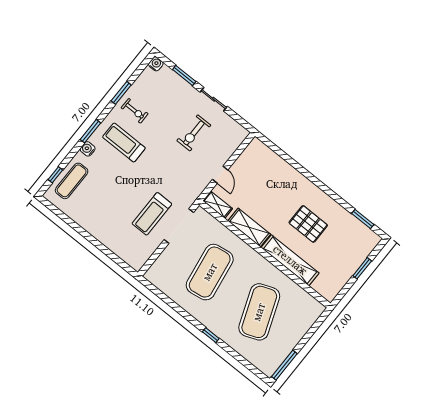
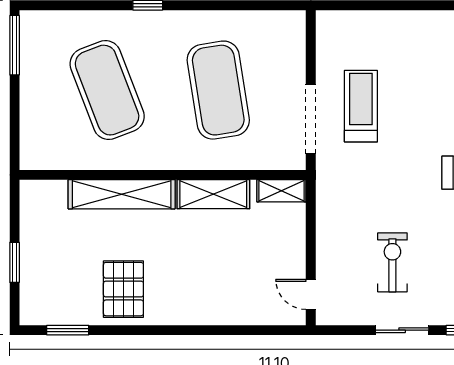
door: (220, 175) -> (311, 294), moved
pallet: (308, 224) -> (123, 289), moved, turned 90

